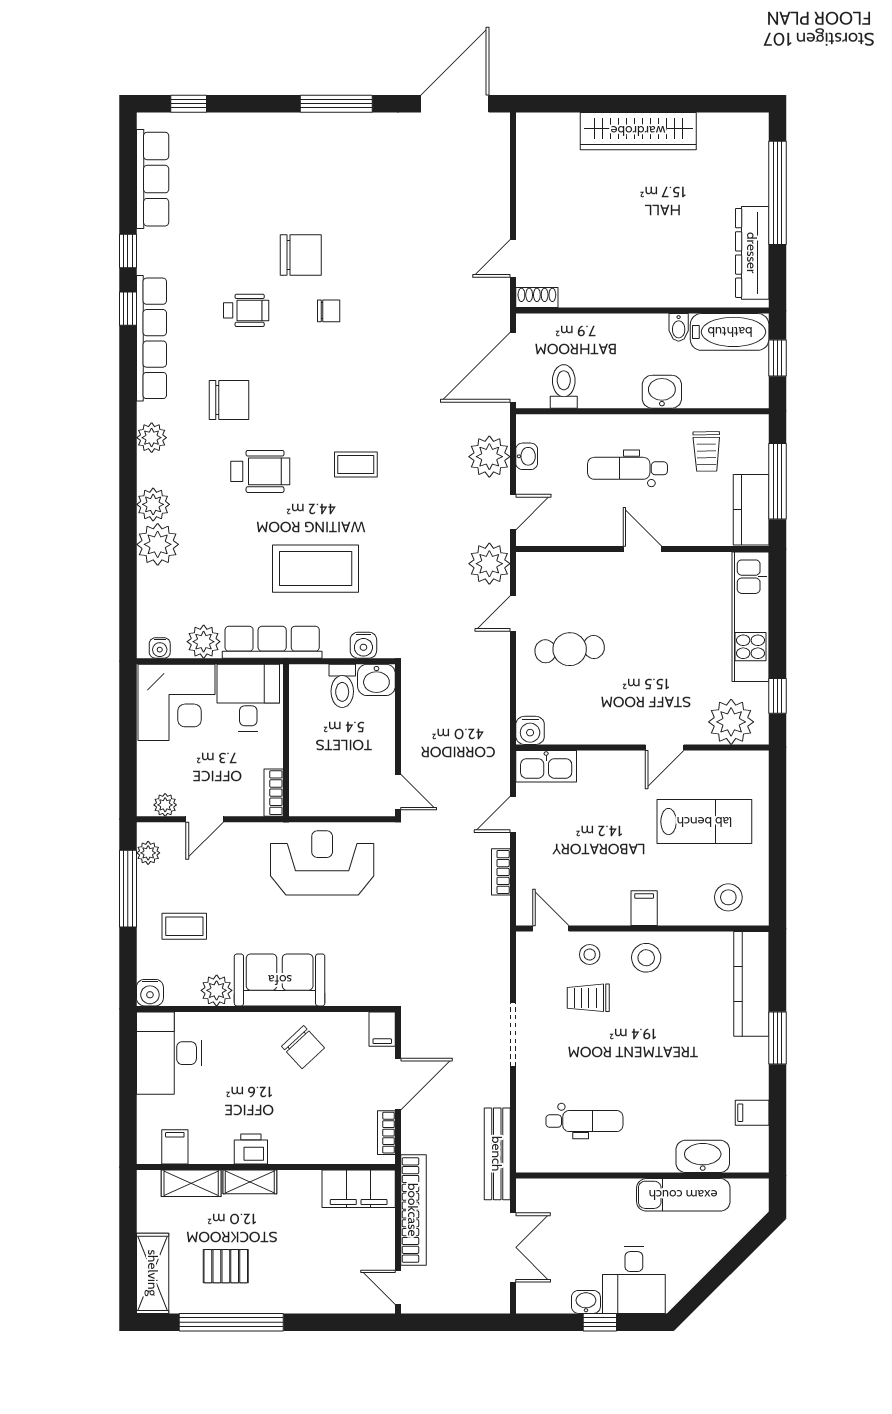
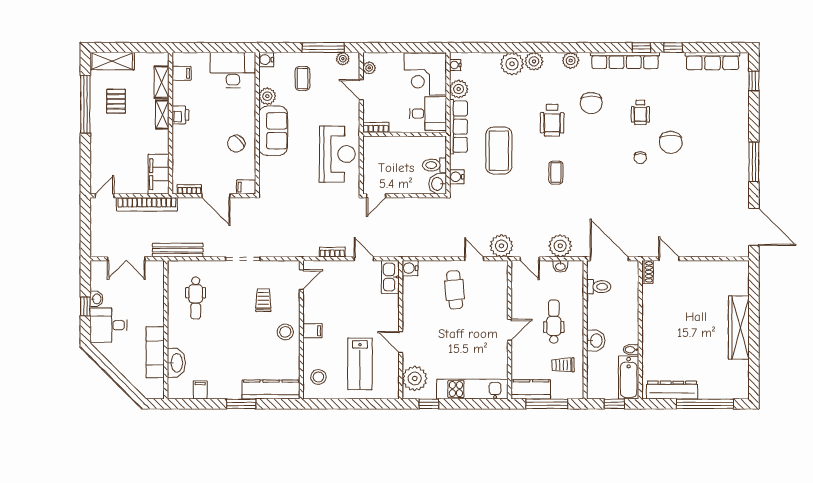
stool: (590, 955) -> (287, 301), removed

